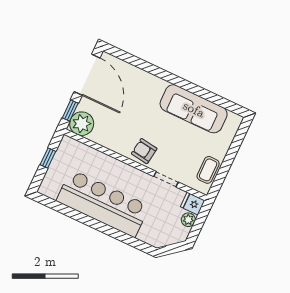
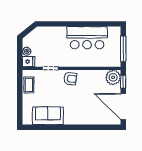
sofa: (194, 109) -> (48, 116), width x0.73
window: (48, 158) -> (123, 49), width x2.17
bar counter: (103, 203) -> (87, 38), width x0.73

